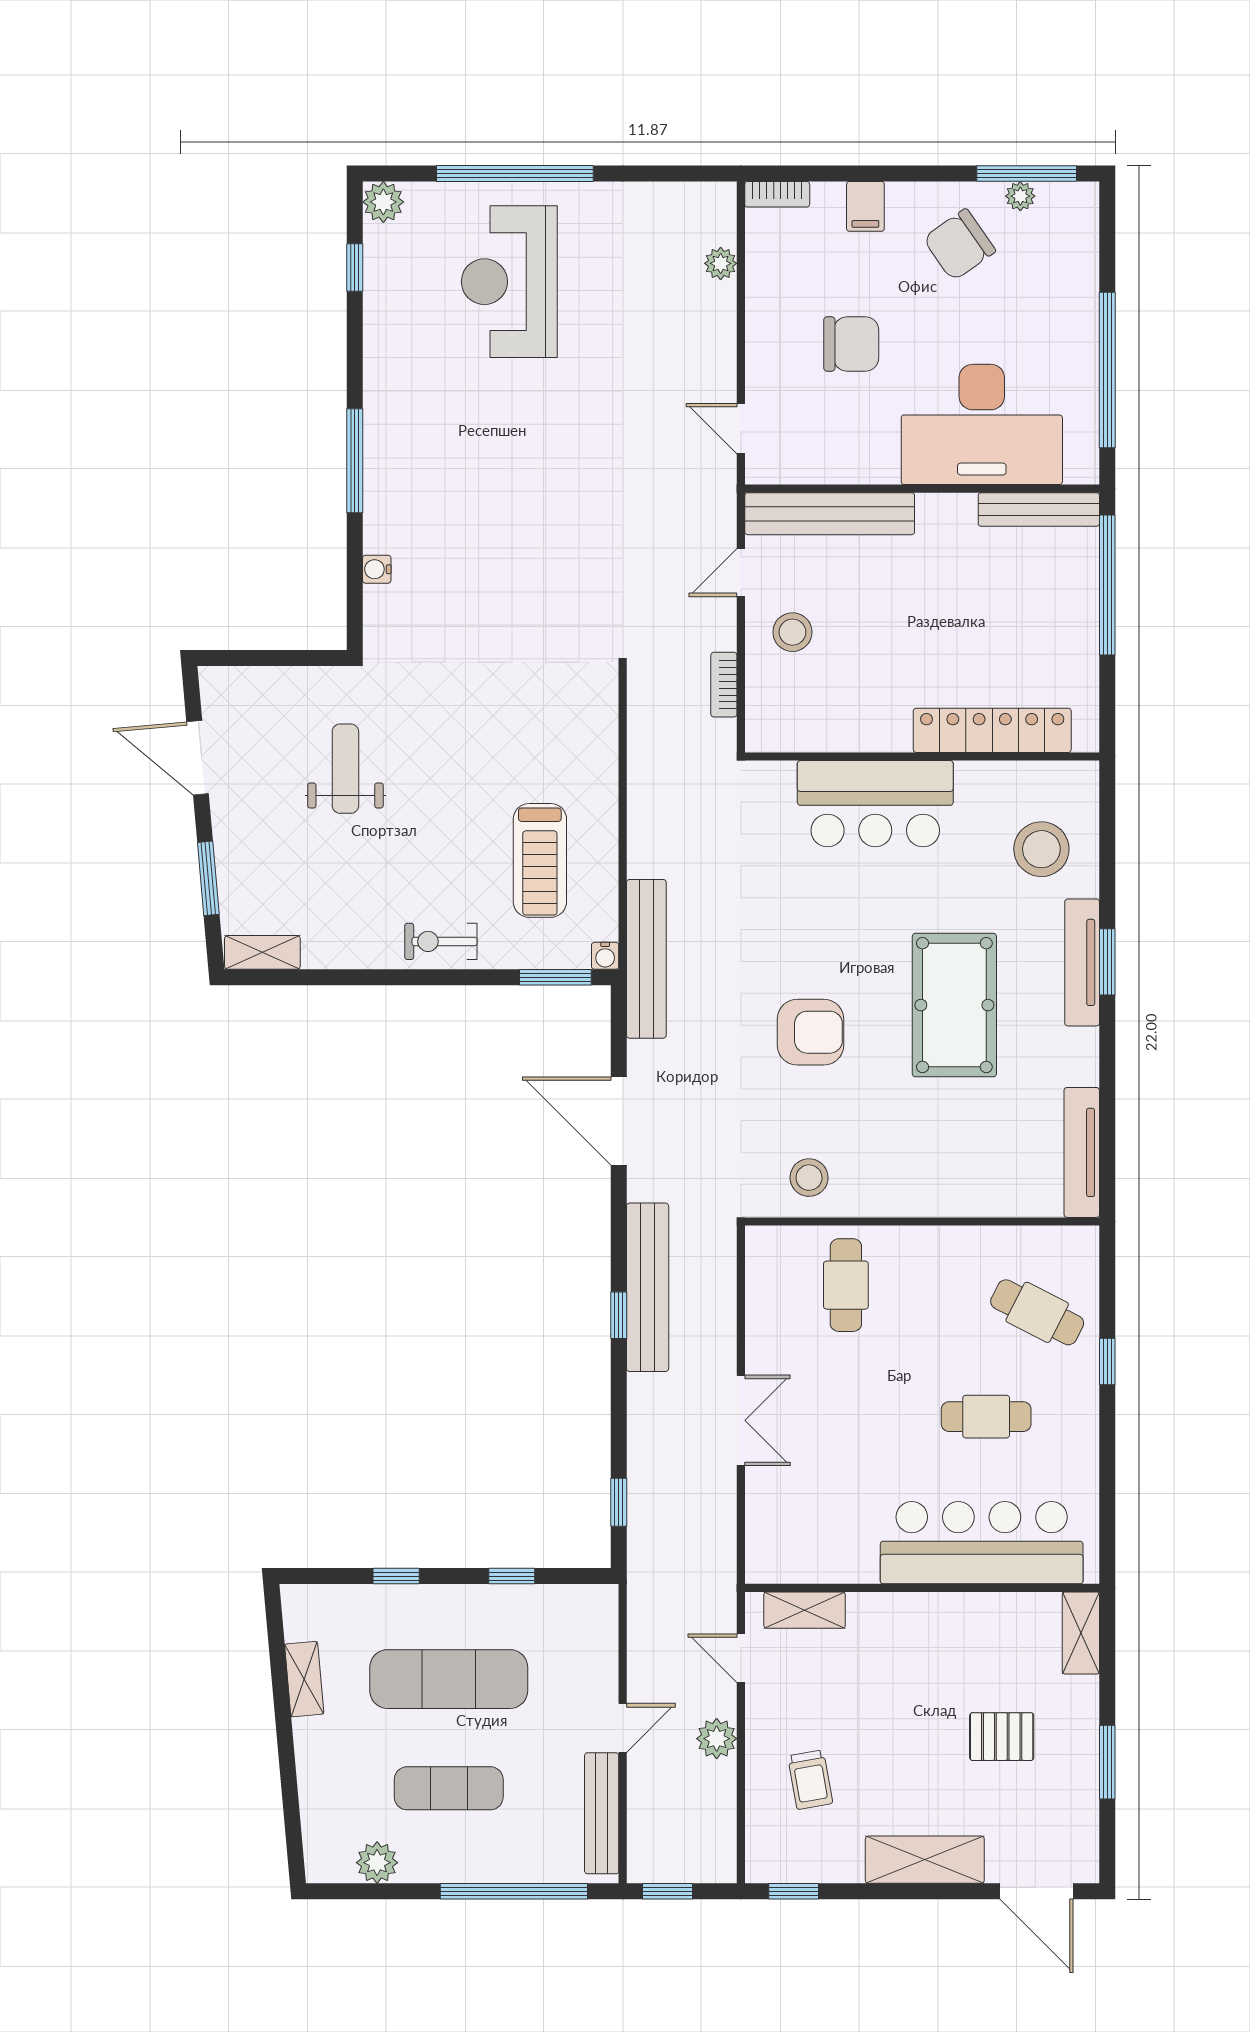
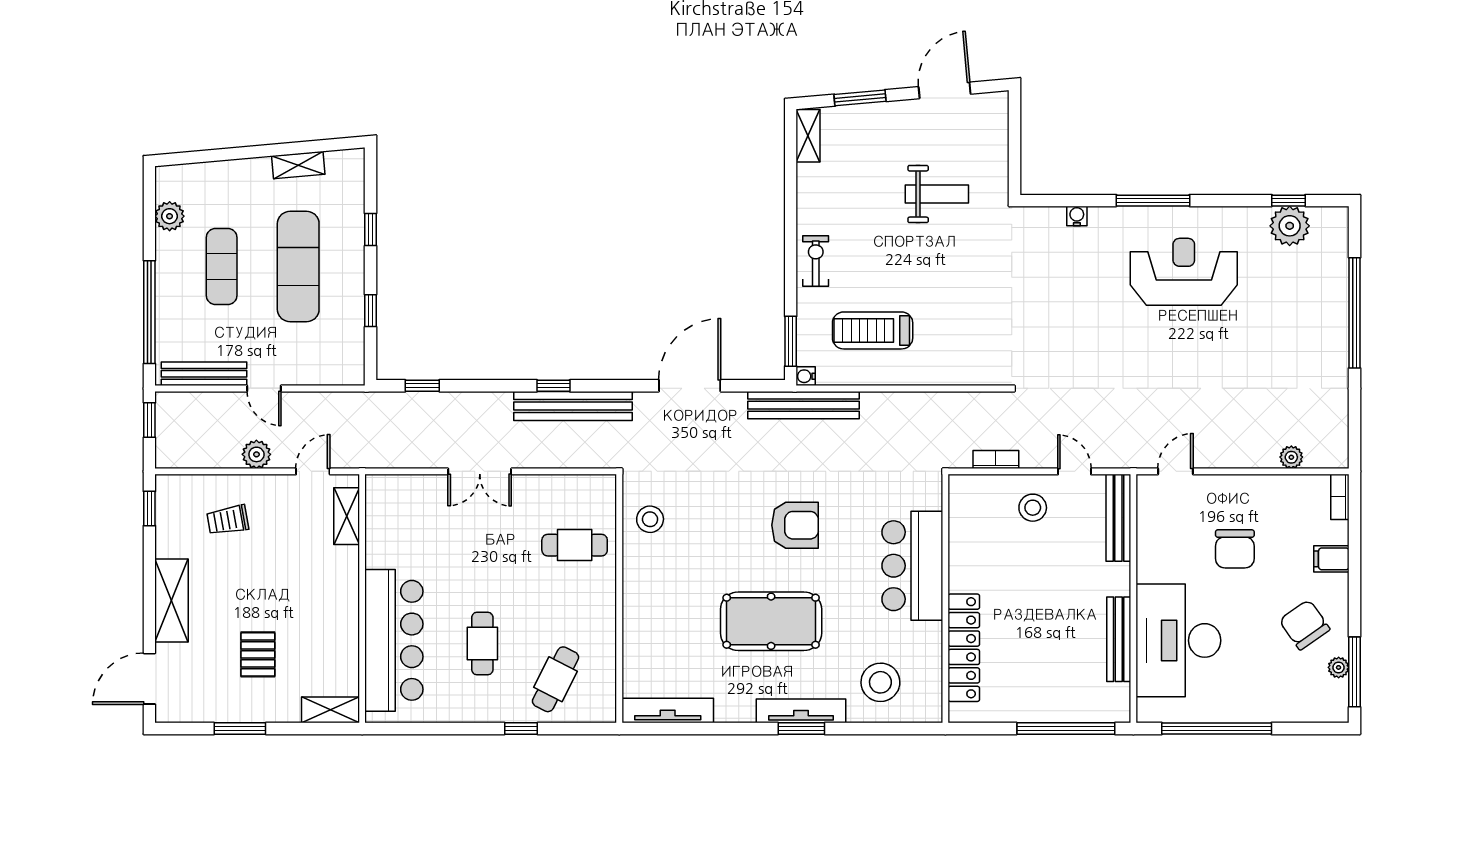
plant: (383, 202) -> (1290, 226), moved, width x1.36, depth x1.36
reception desk: (509, 282) -> (1184, 272), moved
bench: (1039, 510) -> (1119, 639), moved
bench: (830, 514) -> (1118, 518), width x0.73, depth x0.82
armchair: (811, 1032) -> (795, 525), moved, turned -90

